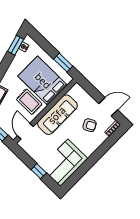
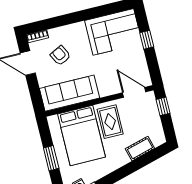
window: (63, 63) -> (51, 158), moved
sofa: (57, 115) -> (69, 93), moved
door: (25, 131) -> (134, 92), swing flipped

